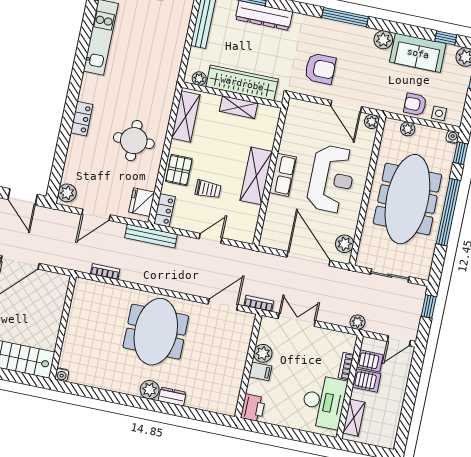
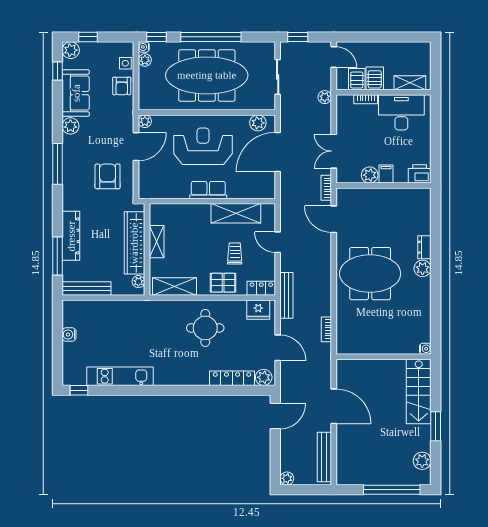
locker: (82, 119) -> (232, 378), moved, width x1.53
plant: (408, 129) -> (145, 60), moved
shelving: (256, 176) -> (236, 213), moved

